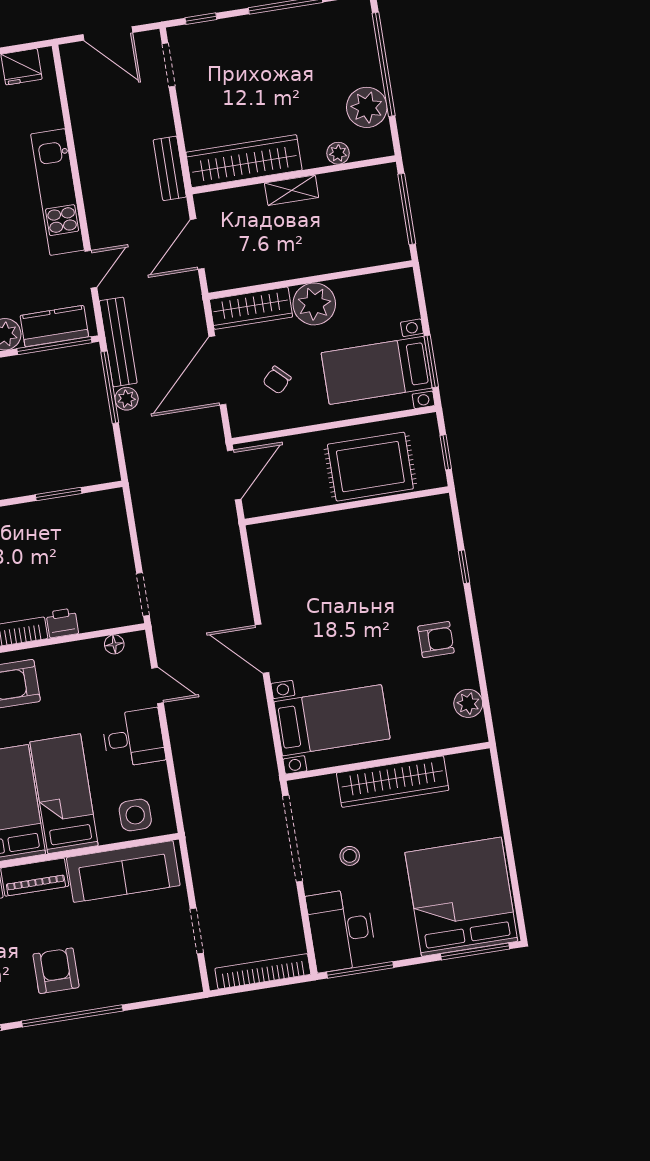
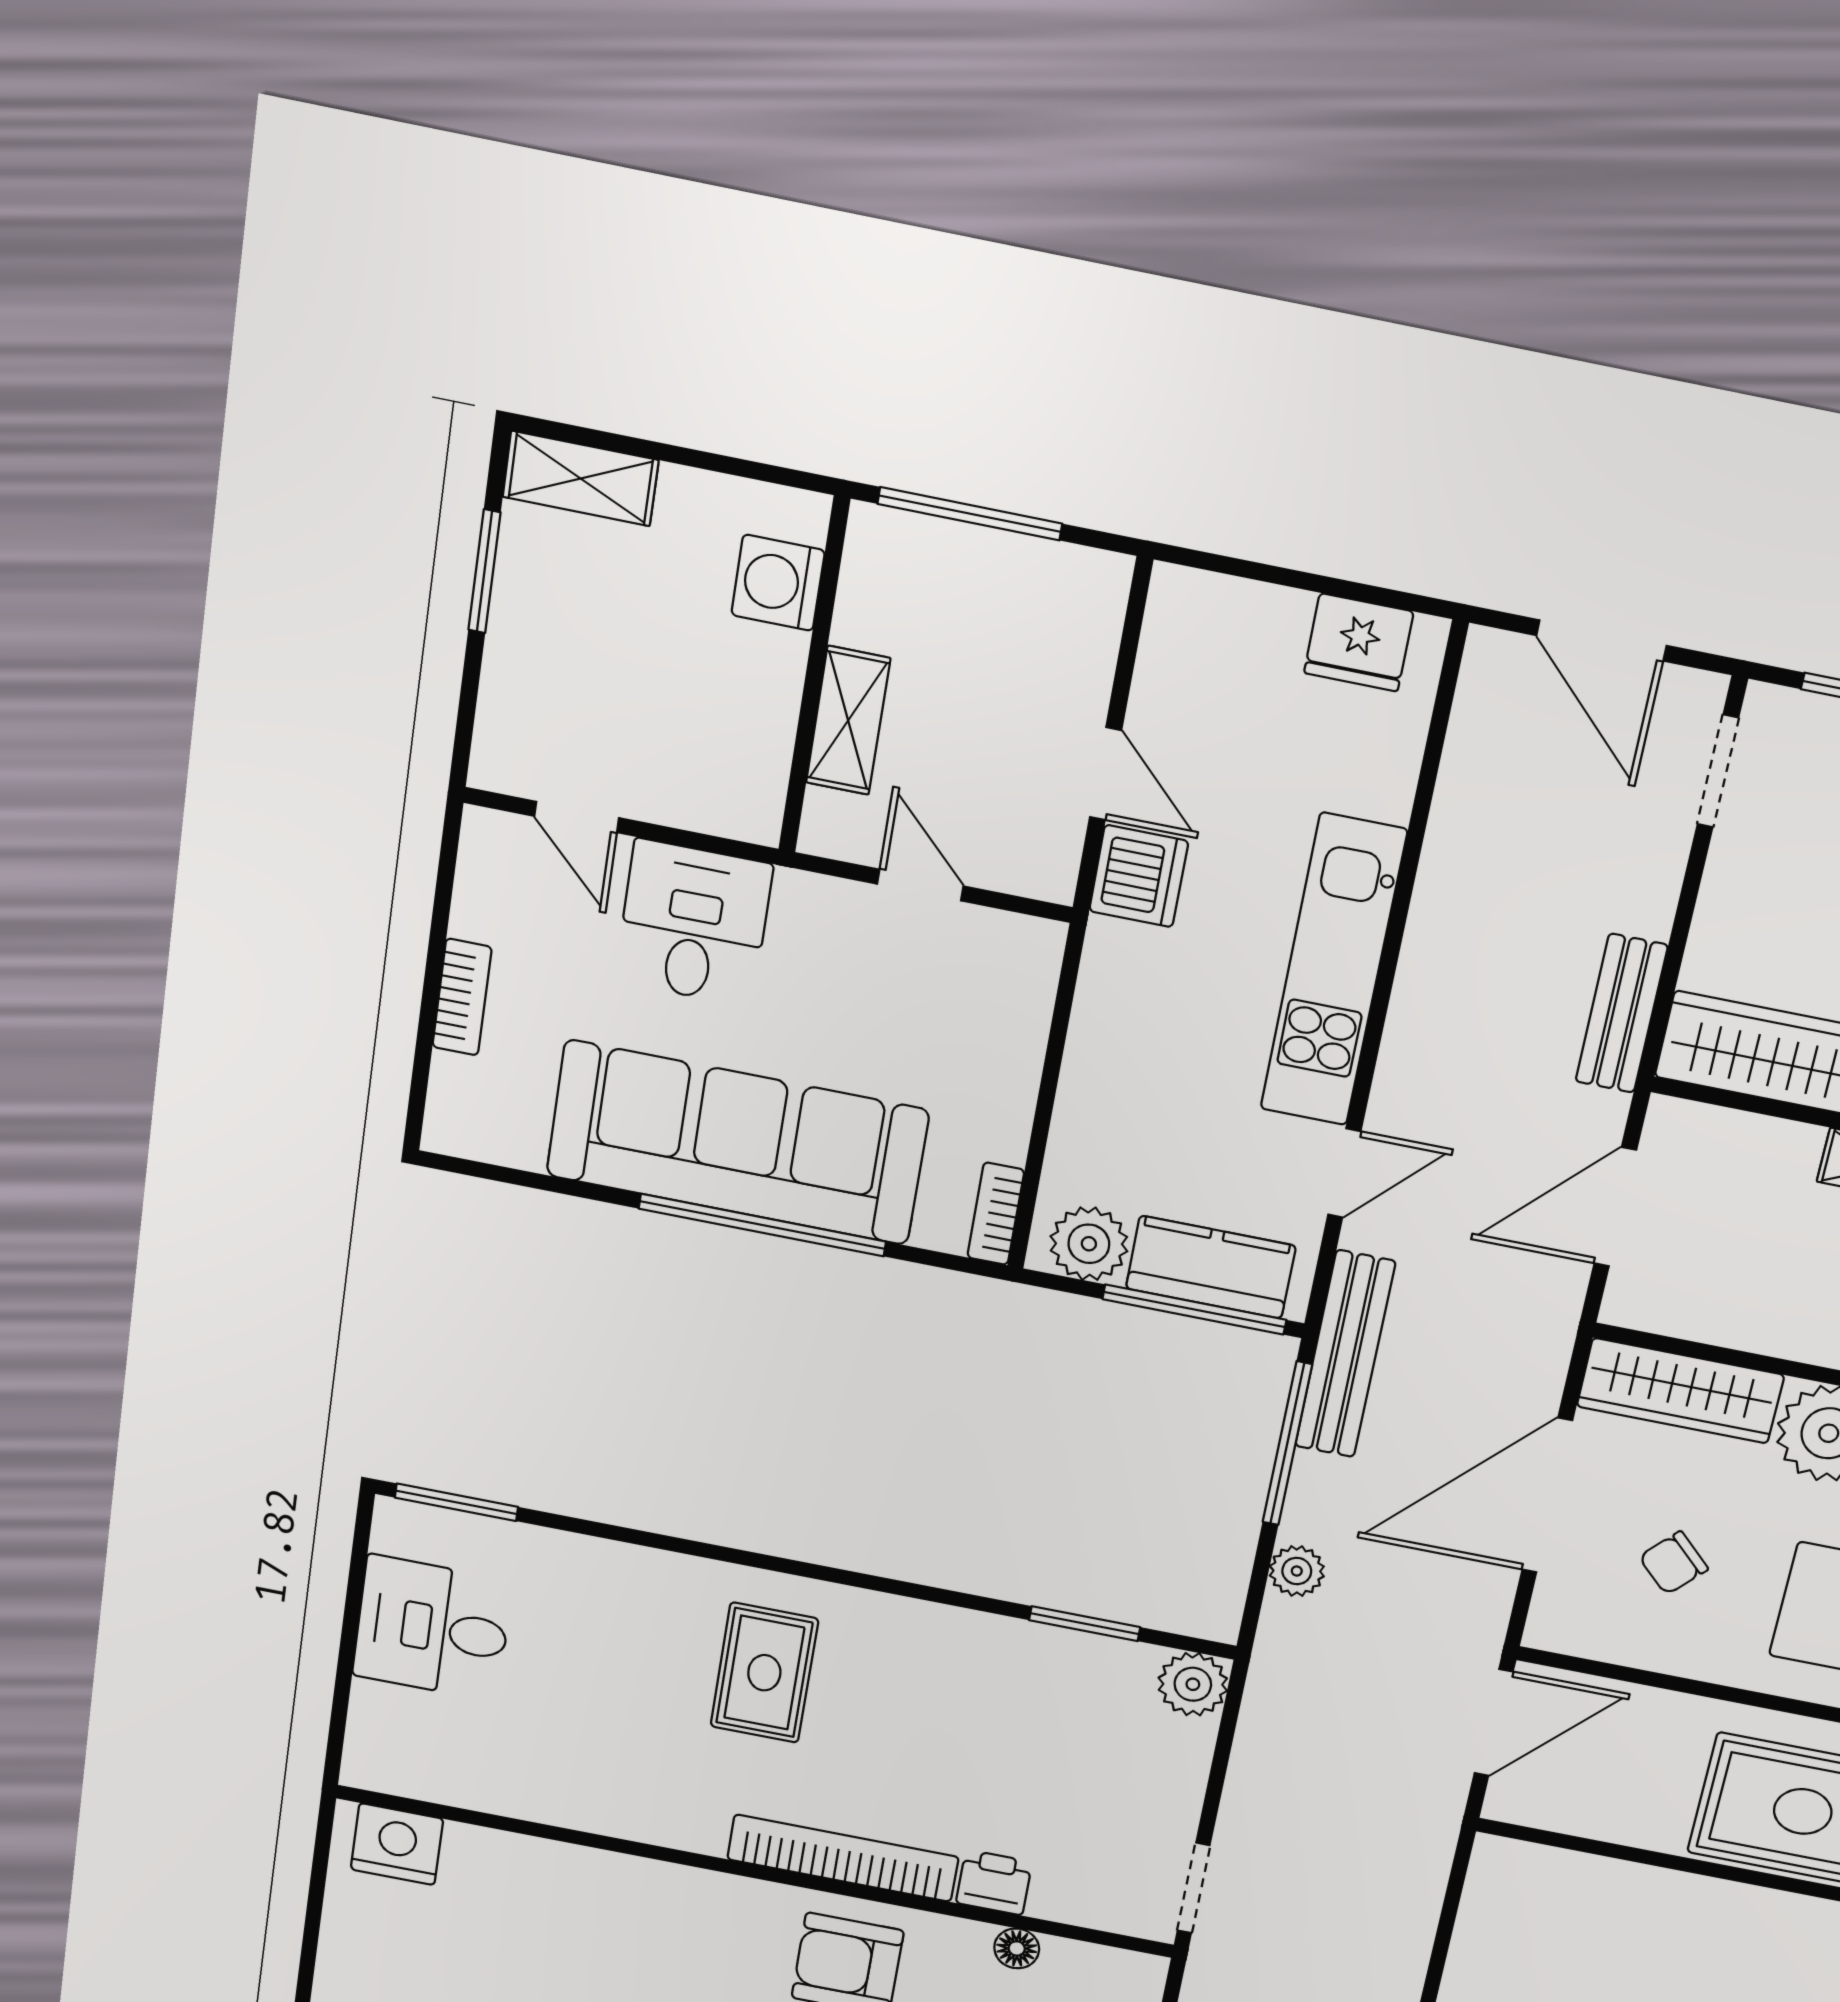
plant: (127, 399) -> (1297, 1571), moved
plant: (110, 504) -> (1193, 1684), added
floor lamp: (114, 644) -> (1017, 1948), moved

